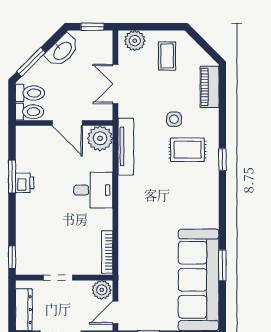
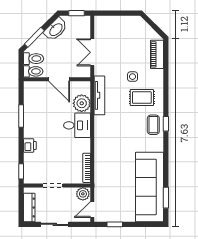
plant: (135, 41) -> (106, 23), removed
coffee table: (167, 56) -> (153, 125), moved
plant: (100, 138) -> (82, 103), moved
window: (222, 159) -> (166, 124), moved
printer: (25, 183) -> (30, 145), moved
window: (222, 265) -> (166, 198), moved

